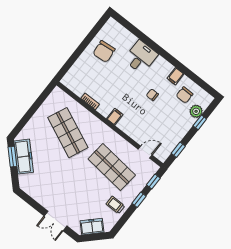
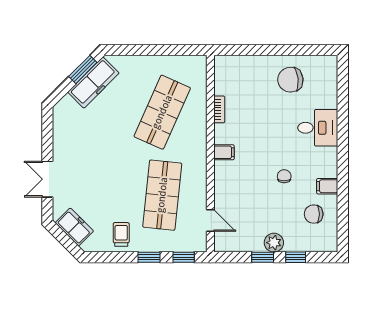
plant: (196, 111) -> (274, 243), moved
window: (178, 150) -> (263, 257), moved

